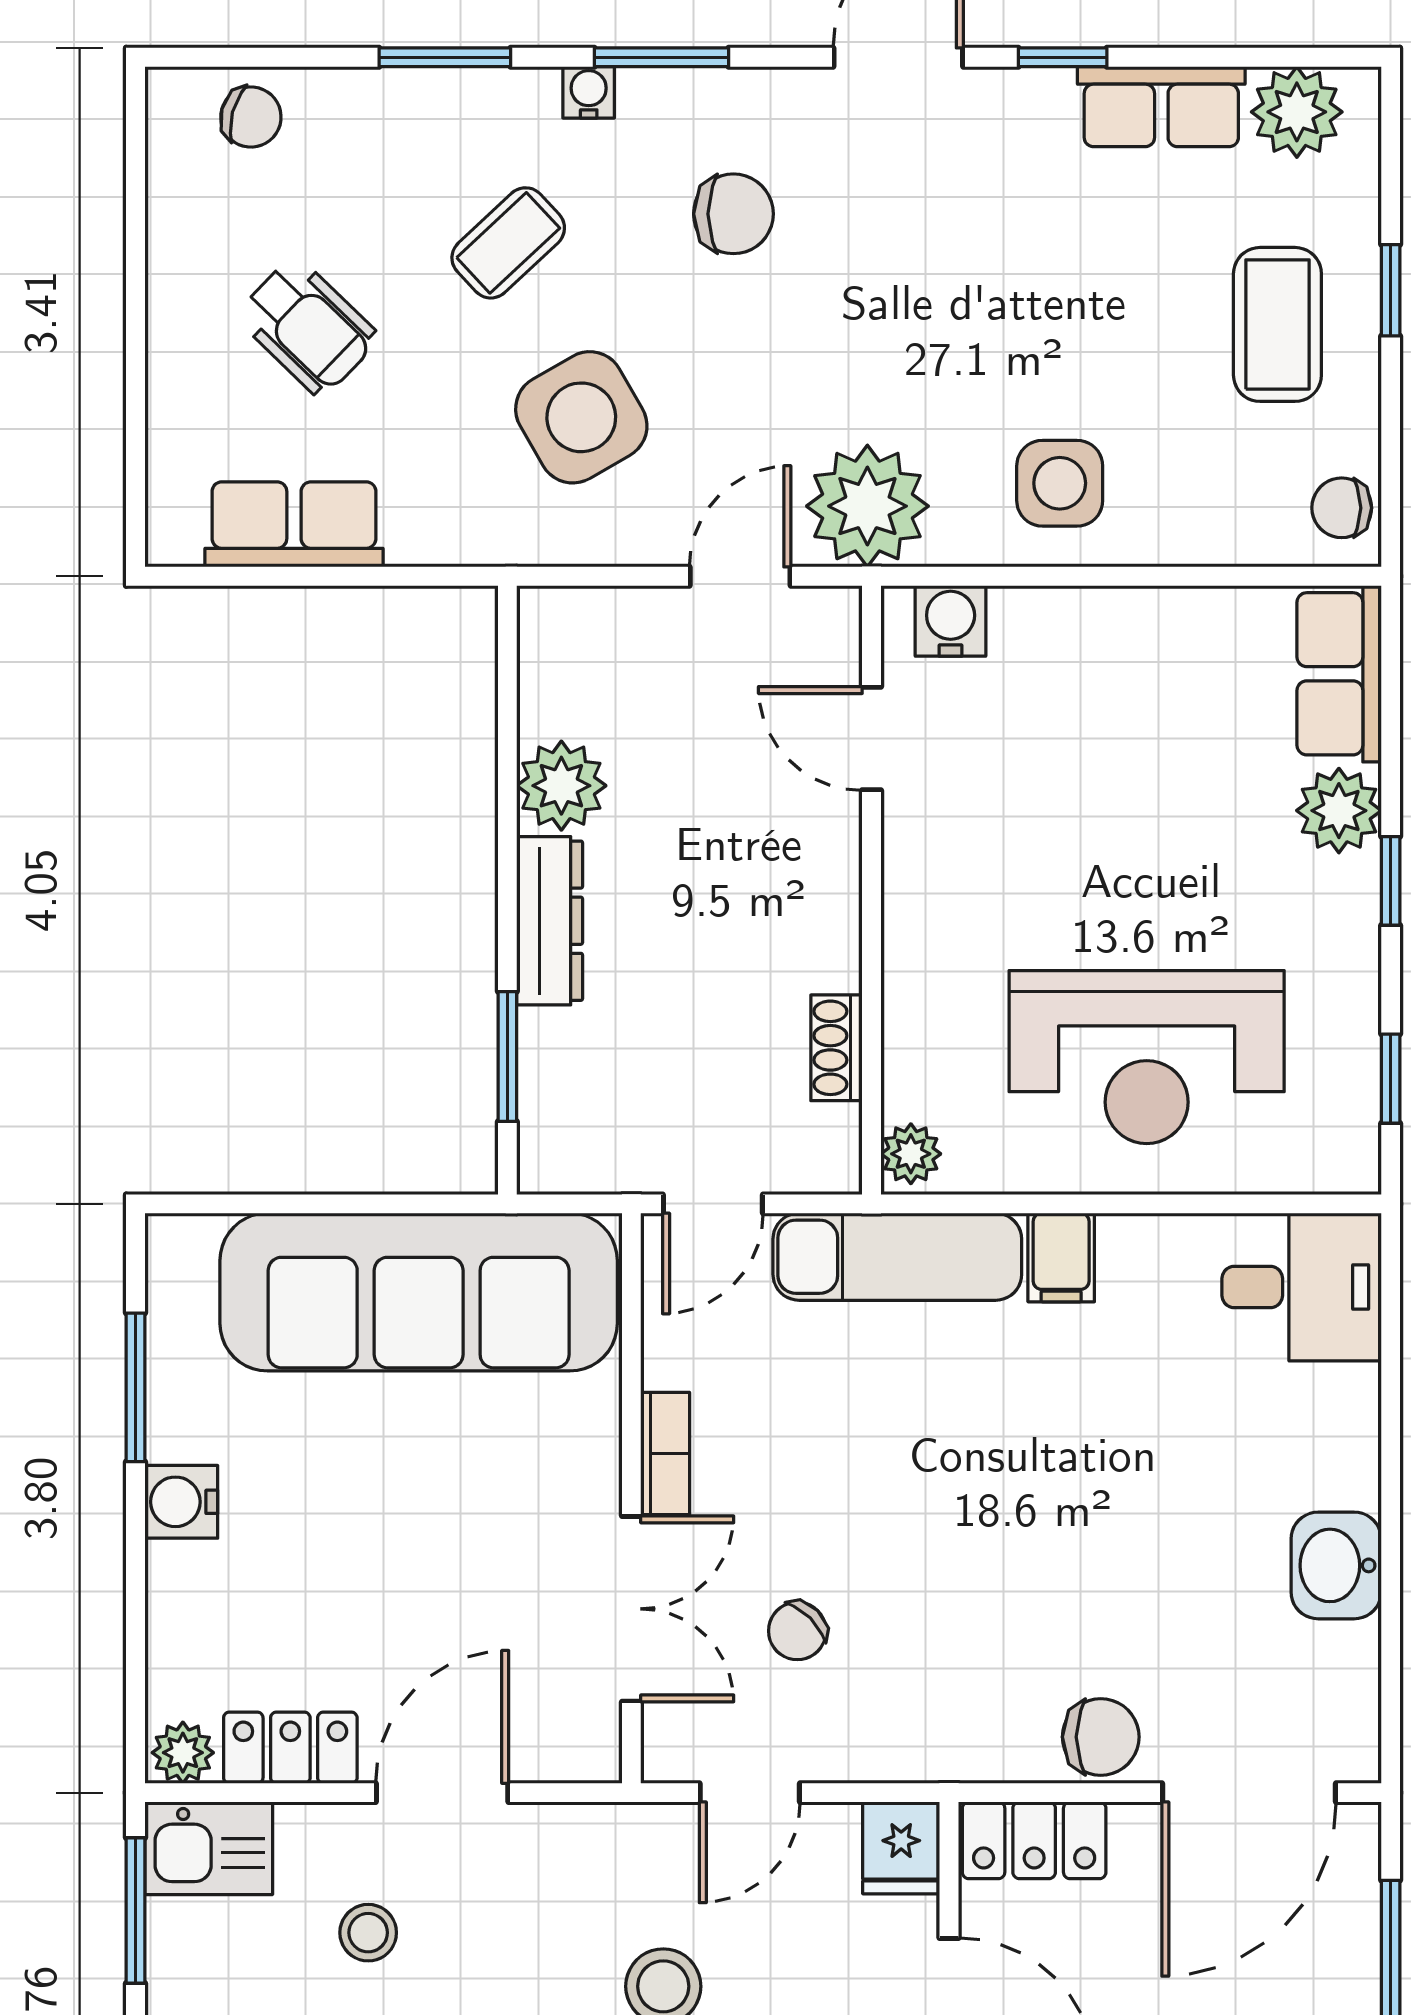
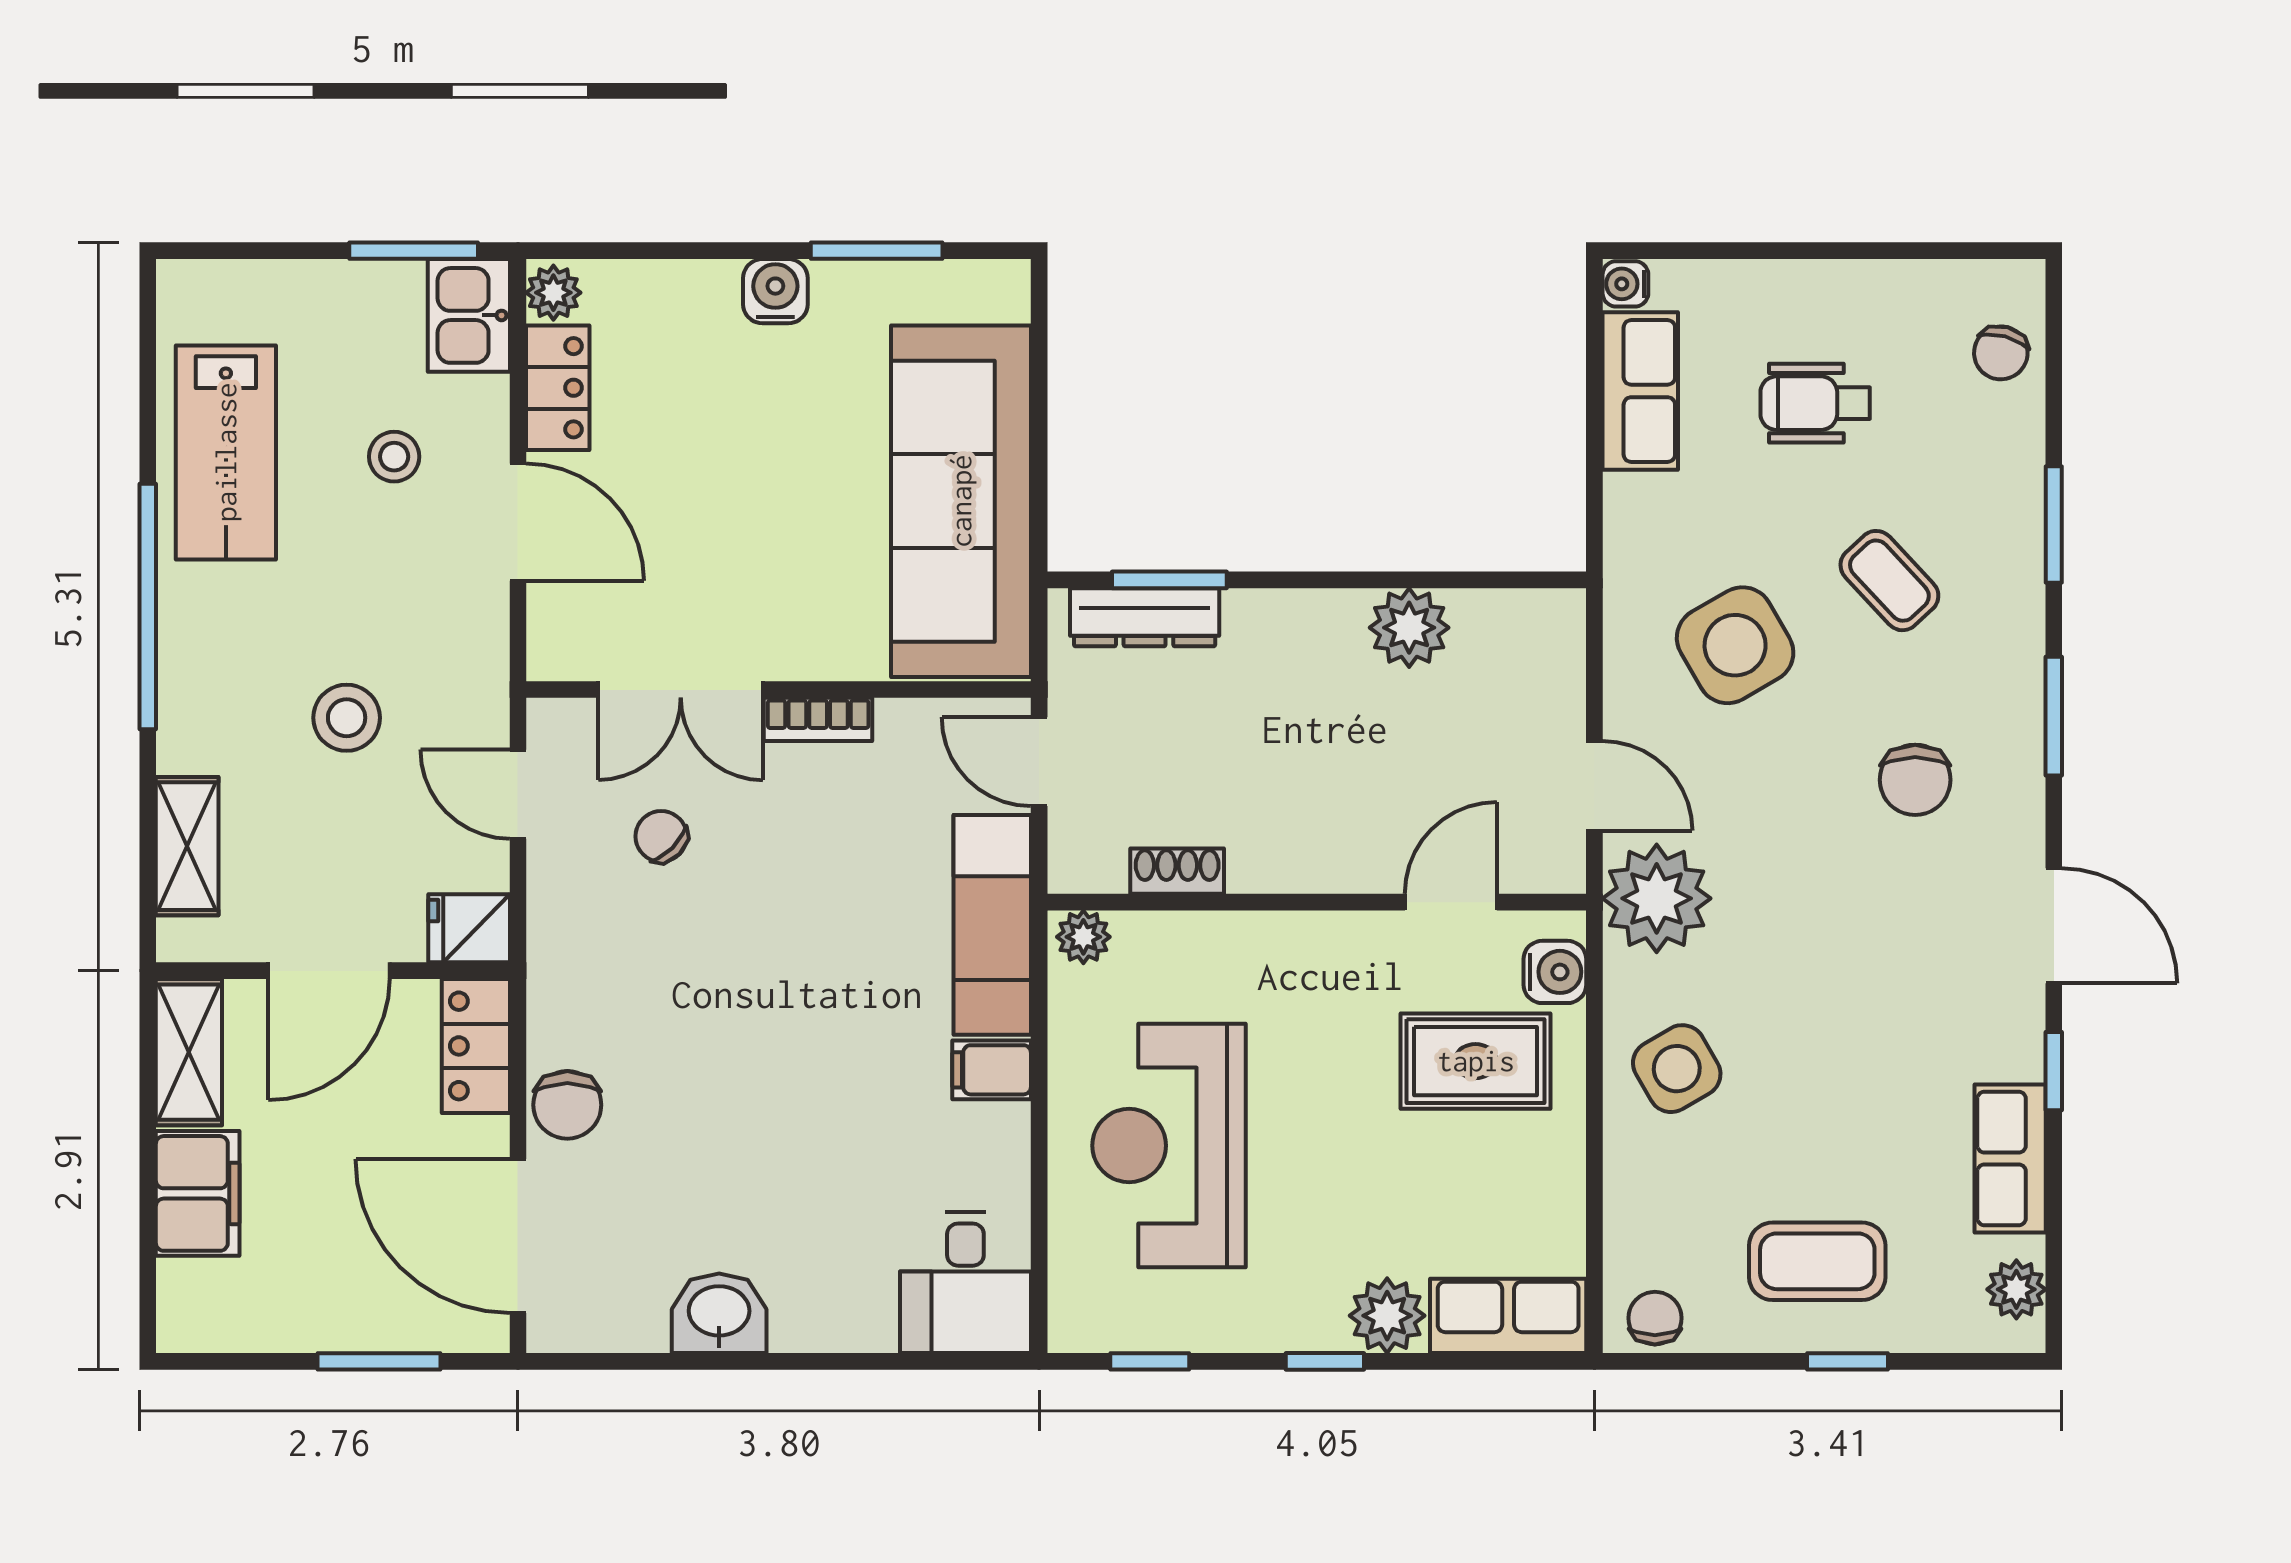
water cooler: (589, 92) -> (1625, 284), moved, turned 180
plant: (1297, 112) -> (2016, 1289), width x0.73, depth x0.73
wheelchair: (308, 327) -> (1815, 403), turned 46
side table: (1060, 483) -> (1677, 1069), turned -30
rug: (1051, 711) -> (1476, 1061), added
dresser: (550, 921) -> (1145, 617), moved

